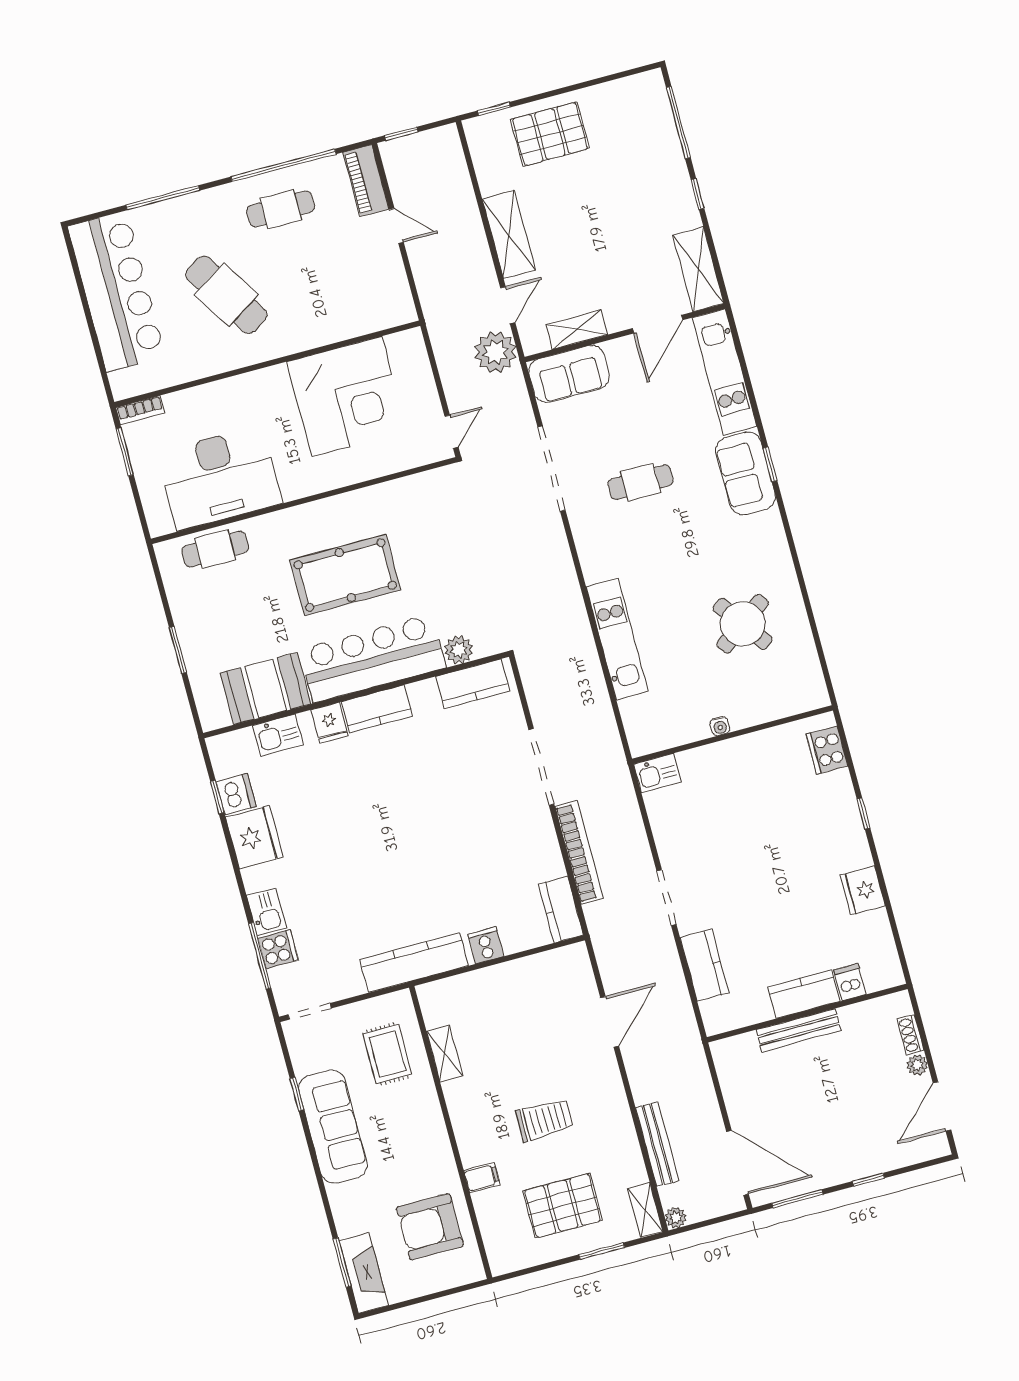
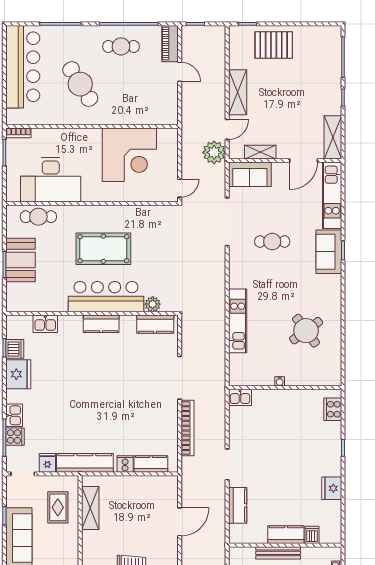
booth: (266, 688) -> (21, 260), moved, turned 90
fridge: (330, 723) -> (47, 463), moved, turned 180
kitchen counter: (561, 910) -> (151, 464), moved, turned 90
shelving: (445, 1054) -> (90, 508), width x1.50, depth x1.33

